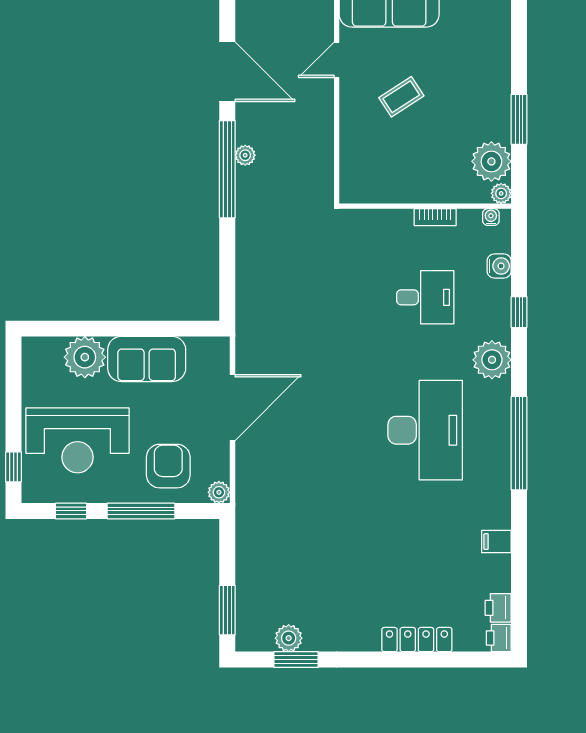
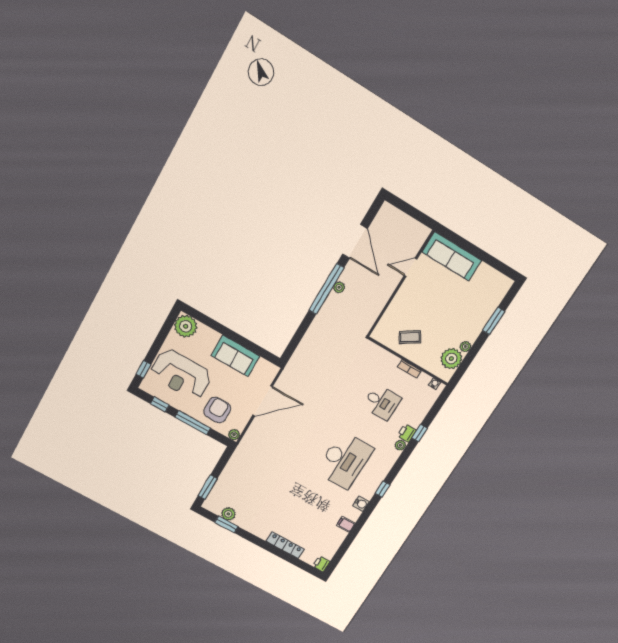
coffee table: (401, 97) -> (410, 337), moved
window: (519, 119) -> (494, 321), moved
plant: (501, 193) -> (465, 347), moved
water cooler: (499, 266) -> (361, 504), moved
plant: (85, 357) -> (186, 326), moved
plant: (492, 360) -> (400, 445), width x0.53, depth x0.53
window: (519, 443) -> (383, 489), width x0.32
printer: (498, 608) -> (407, 433), moved

